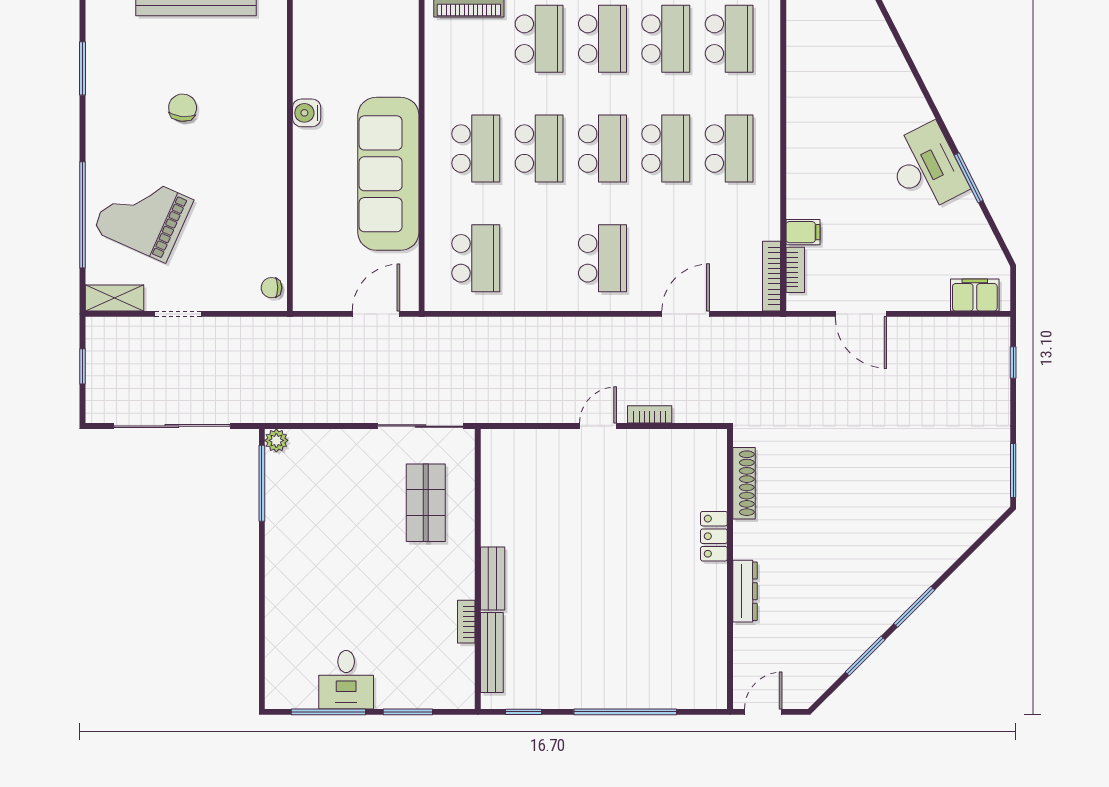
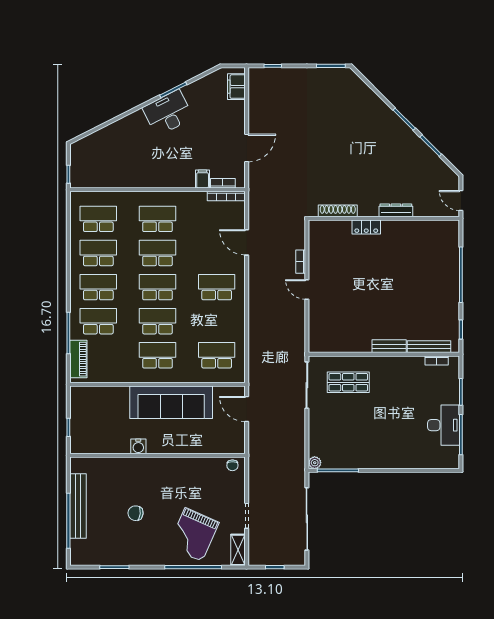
bookcase: (466, 622) -> (437, 360), moved
desk: (346, 680) -> (444, 425), width x1.37

